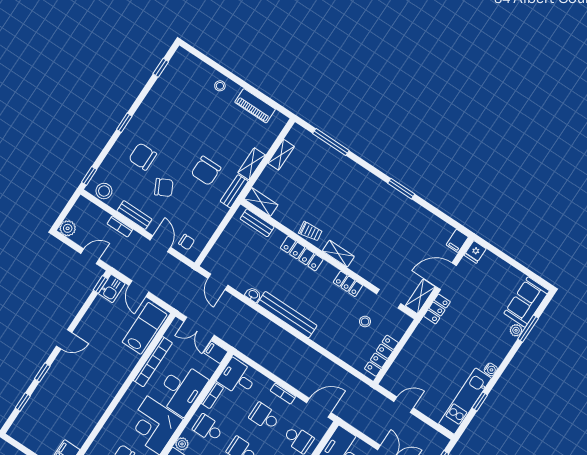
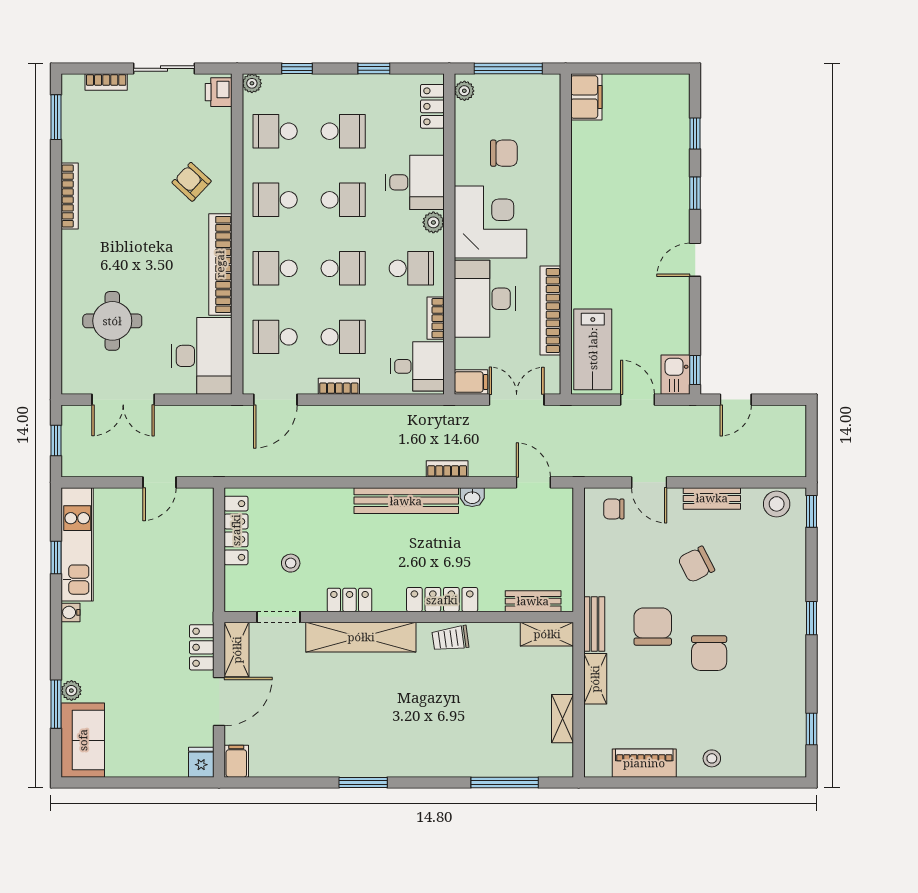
chair: (143, 157) -> (709, 653), moved, turned 90
bookcase: (120, 227) -> (447, 469), moved
plant: (68, 228) -> (793, 418), removed
shelving: (338, 254) -> (361, 637), width x2.20, depth x1.33

